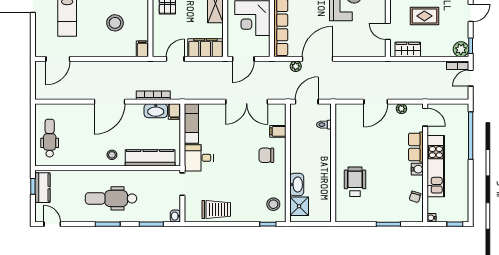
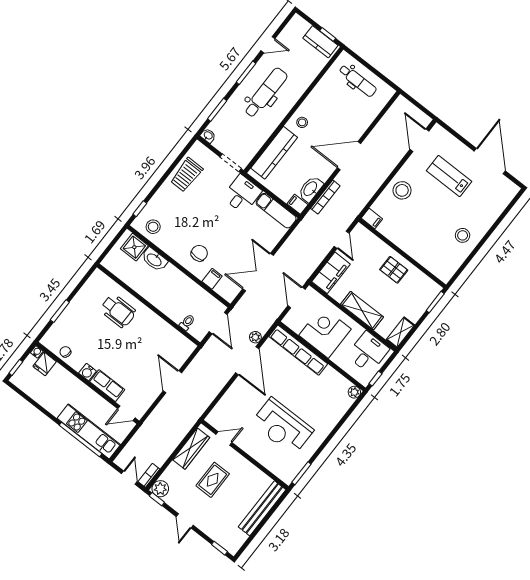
stool: (115, 23) -> (402, 190), moved
wardrobe: (408, 50) -> (191, 449), width x1.50
door: (110, 102) -> (349, 156), hinge flipped
plant: (401, 109) -> (149, 399), removed
kitchen unit: (436, 166) -> (89, 431), moved, turned 180
fridge: (436, 205) -> (45, 364), added
door: (52, 224) -> (268, 45), moved

